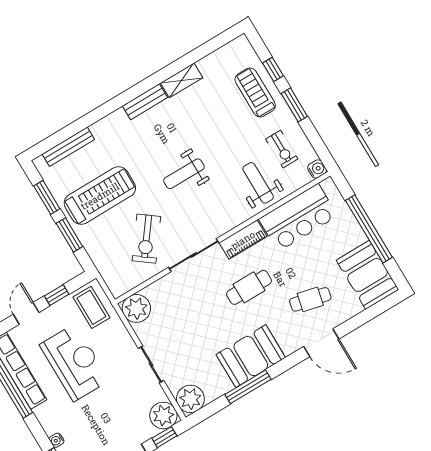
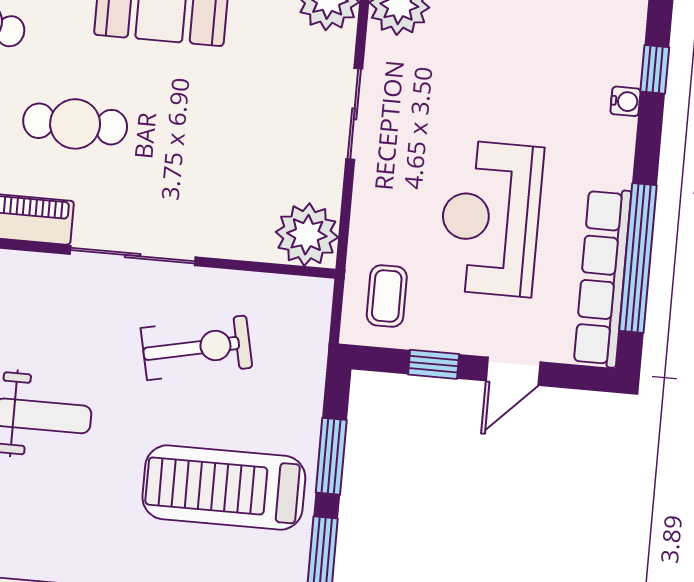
exercise bike: (146, 239) -> (197, 348), turned 41
coffee table: (91, 307) -> (387, 296), width x0.73, depth x0.77

